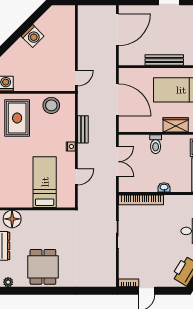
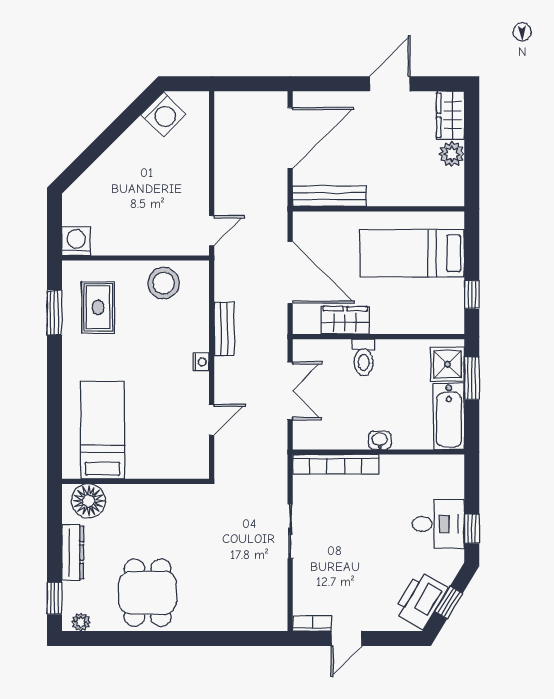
washing machine: (33, 36) -> (163, 115), moved
bench: (164, 60) -> (329, 196), moved
rug: (17, 118) -> (98, 307), width x0.73, depth x0.70
wardrobe: (176, 125) -> (345, 320), moved
bed: (45, 182) -> (102, 430), moved

